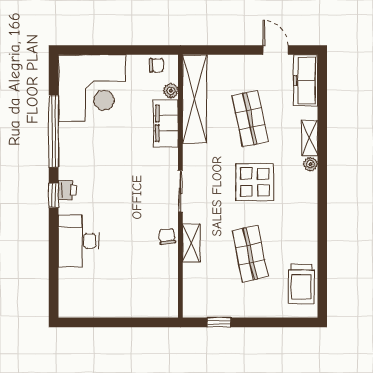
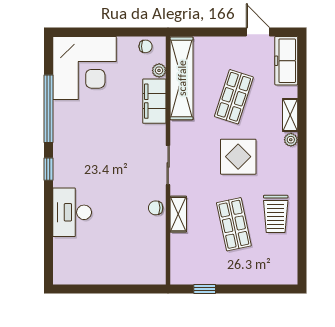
shop shelf: (250, 119) -> (234, 97), turned 30
printer: (67, 190) -> (61, 164), removed
chair: (167, 236) -> (156, 208), turned -83
trolley: (301, 284) -> (276, 214), moved

